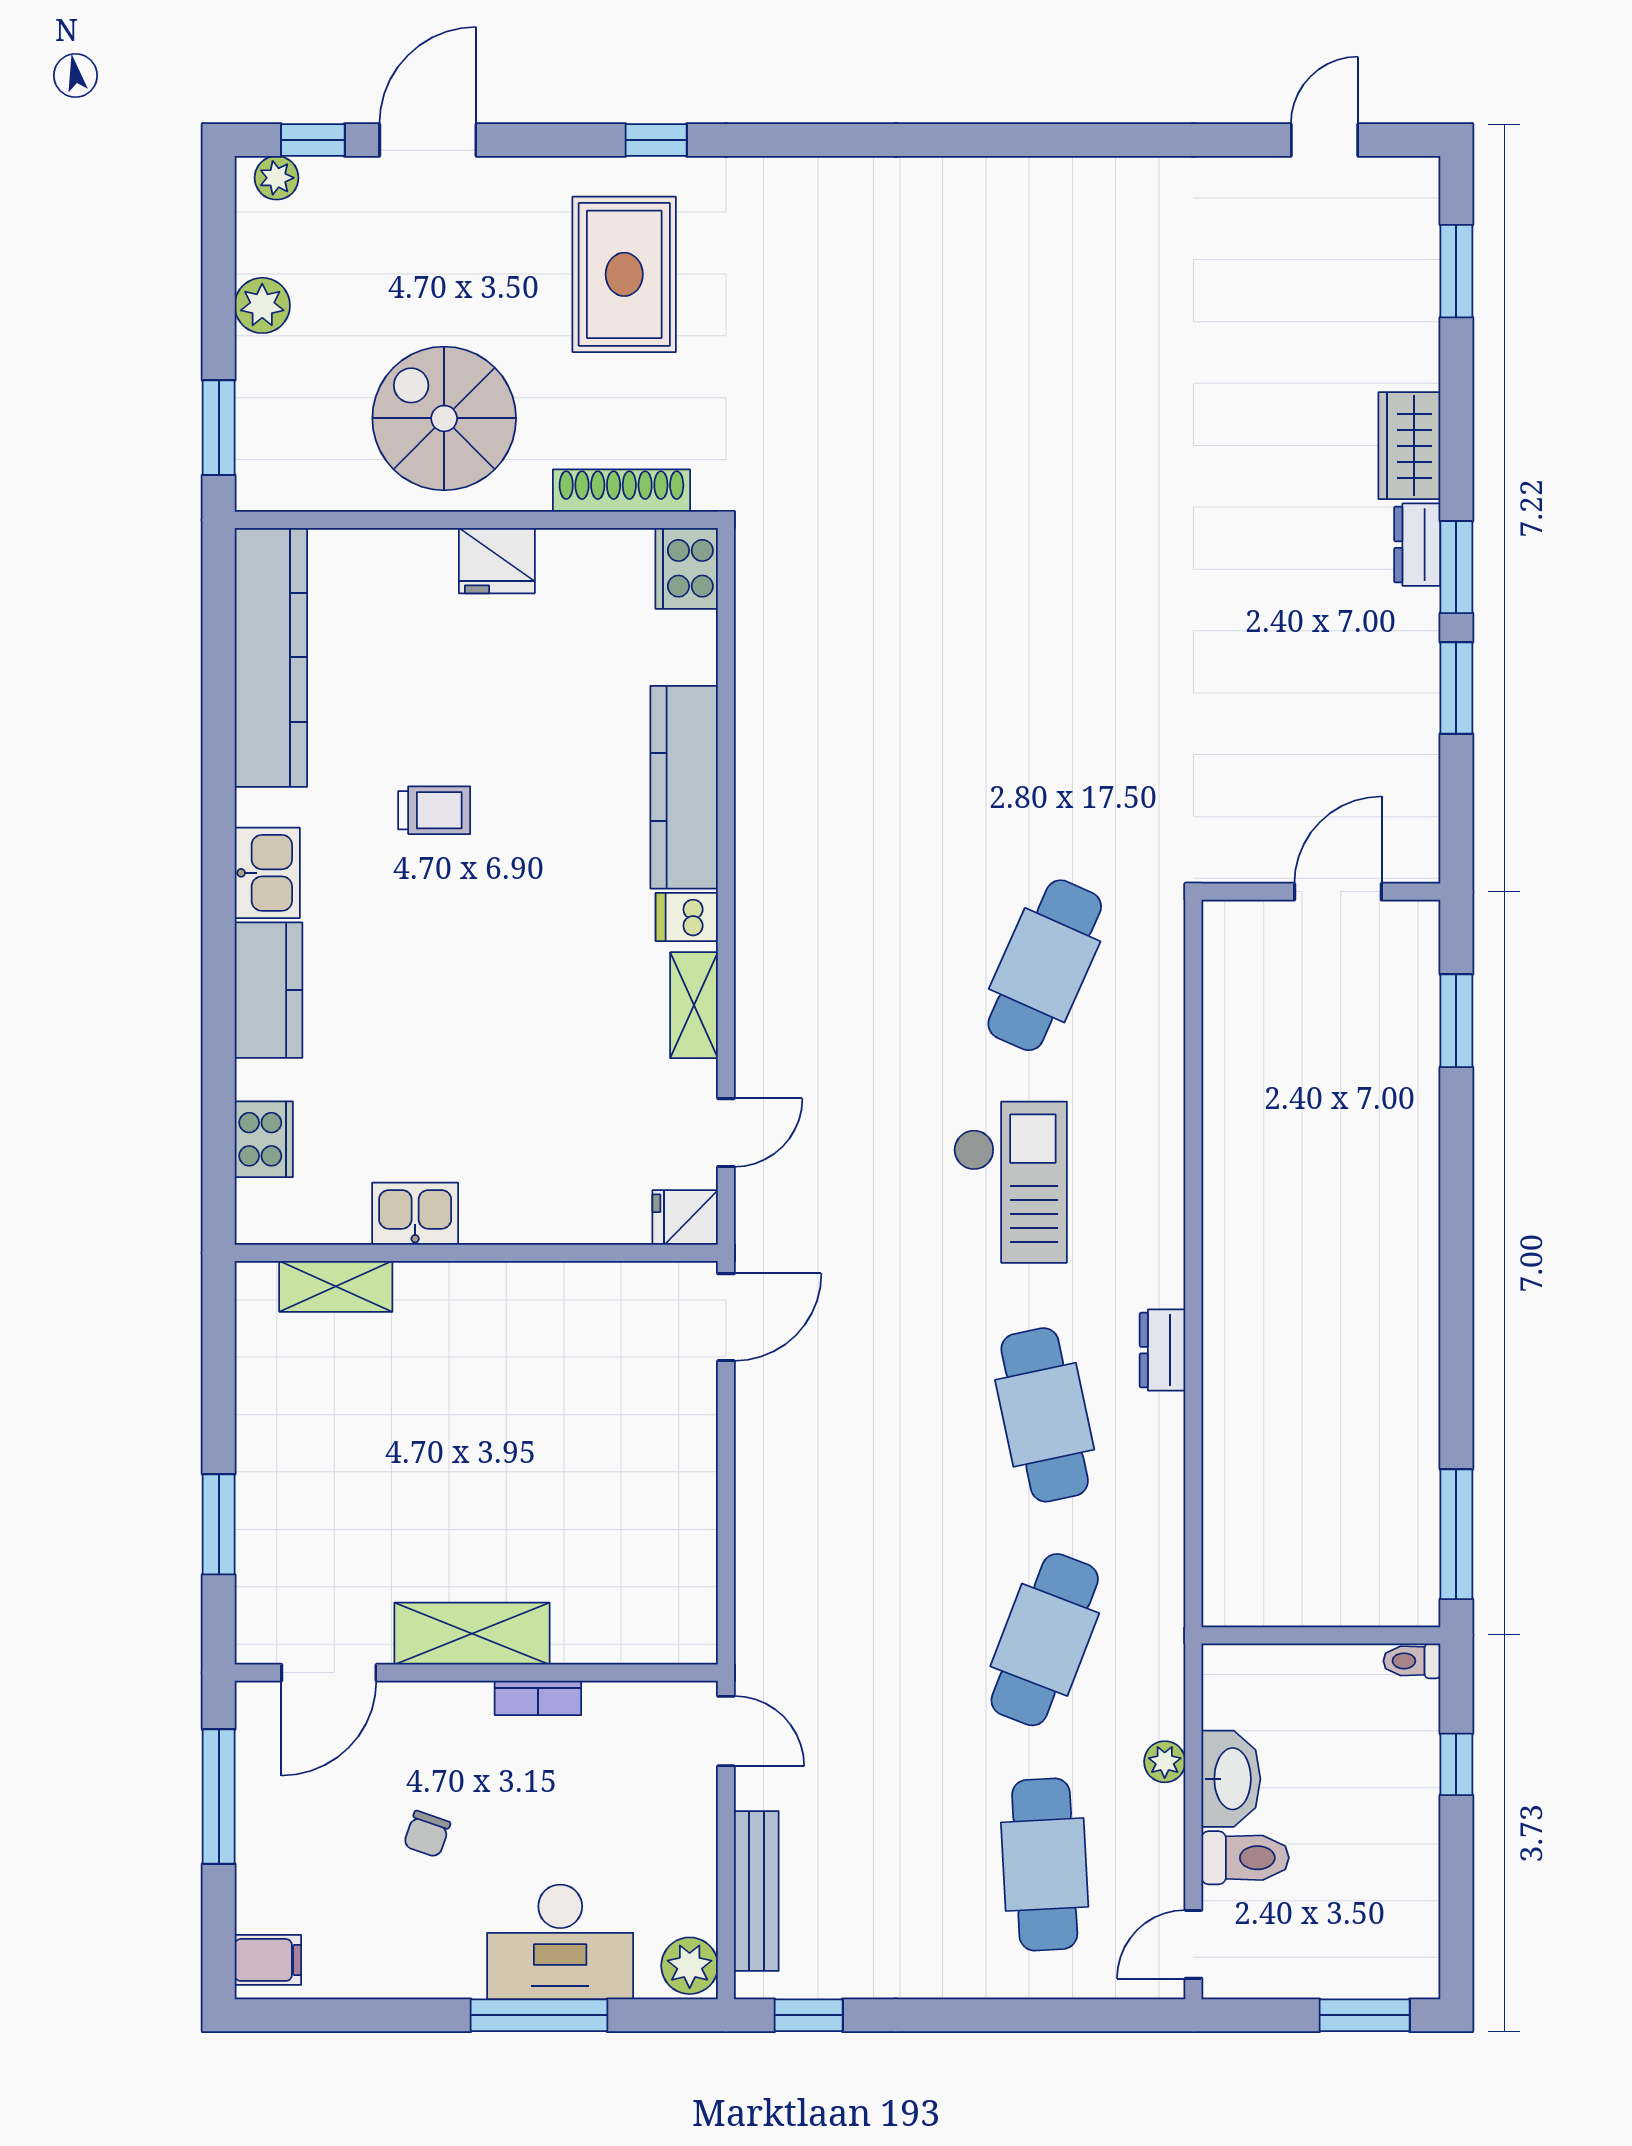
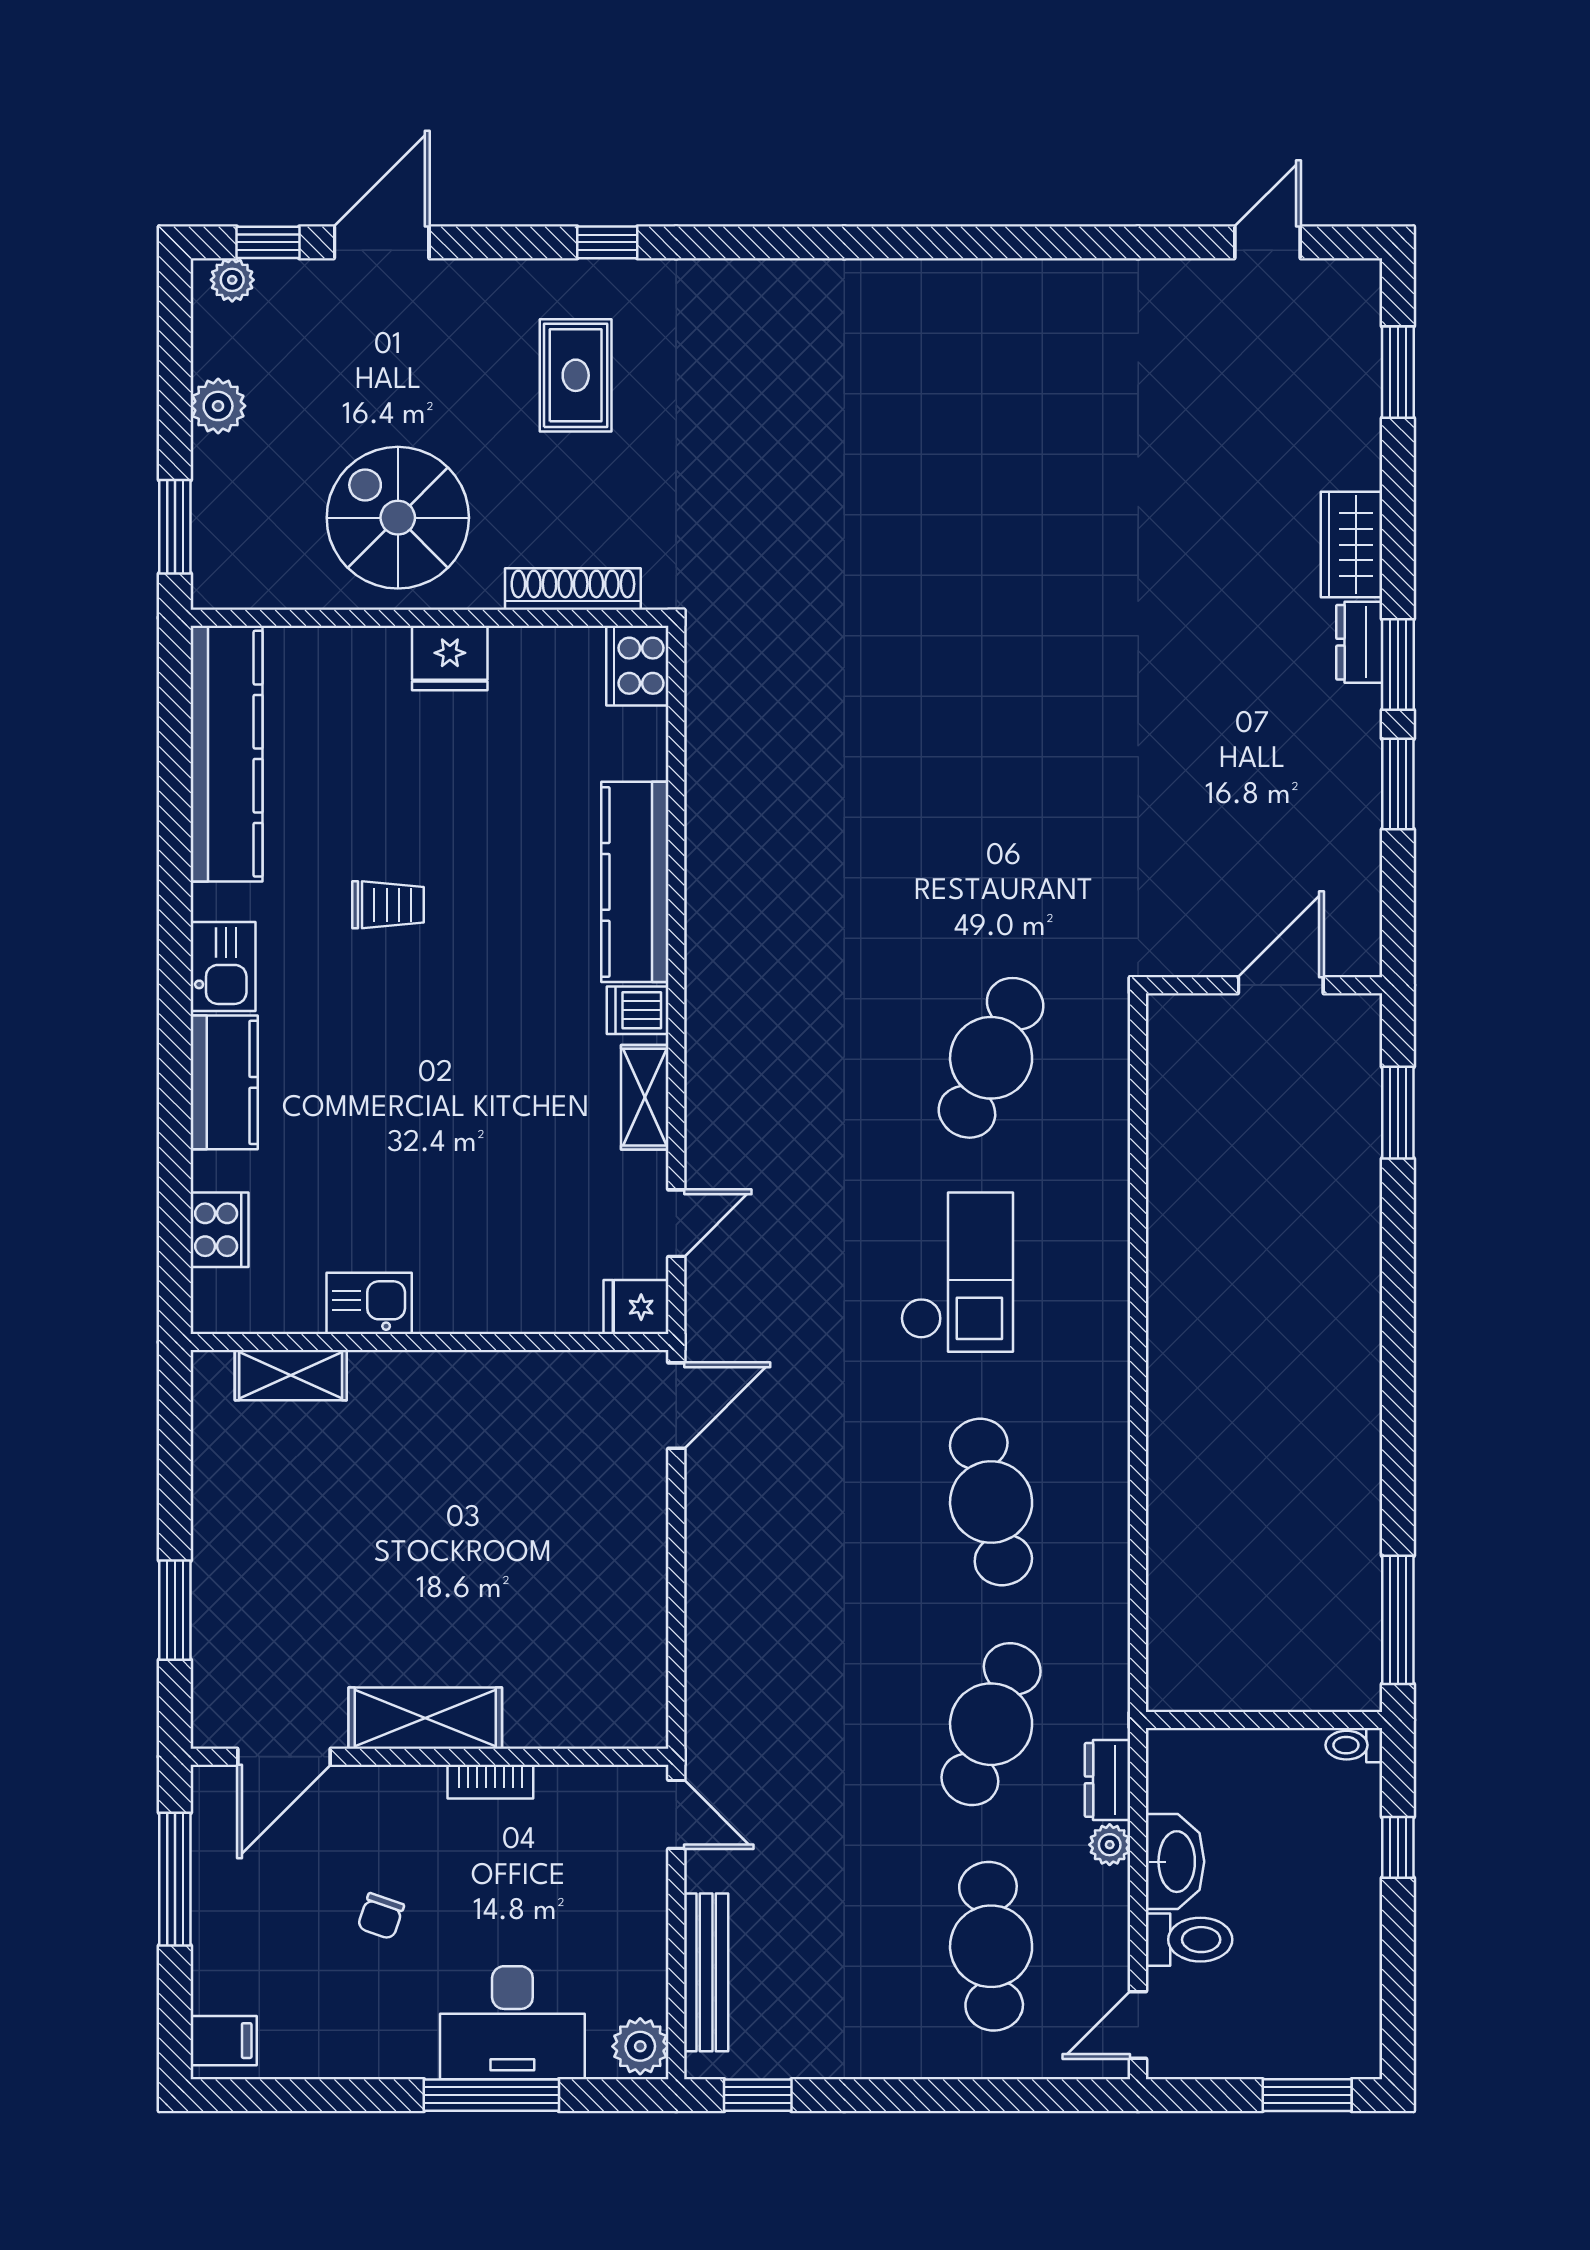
rug: (624, 274) -> (576, 375), width x0.73, depth x0.70
dresser: (1163, 1350) -> (1108, 1780), moved

